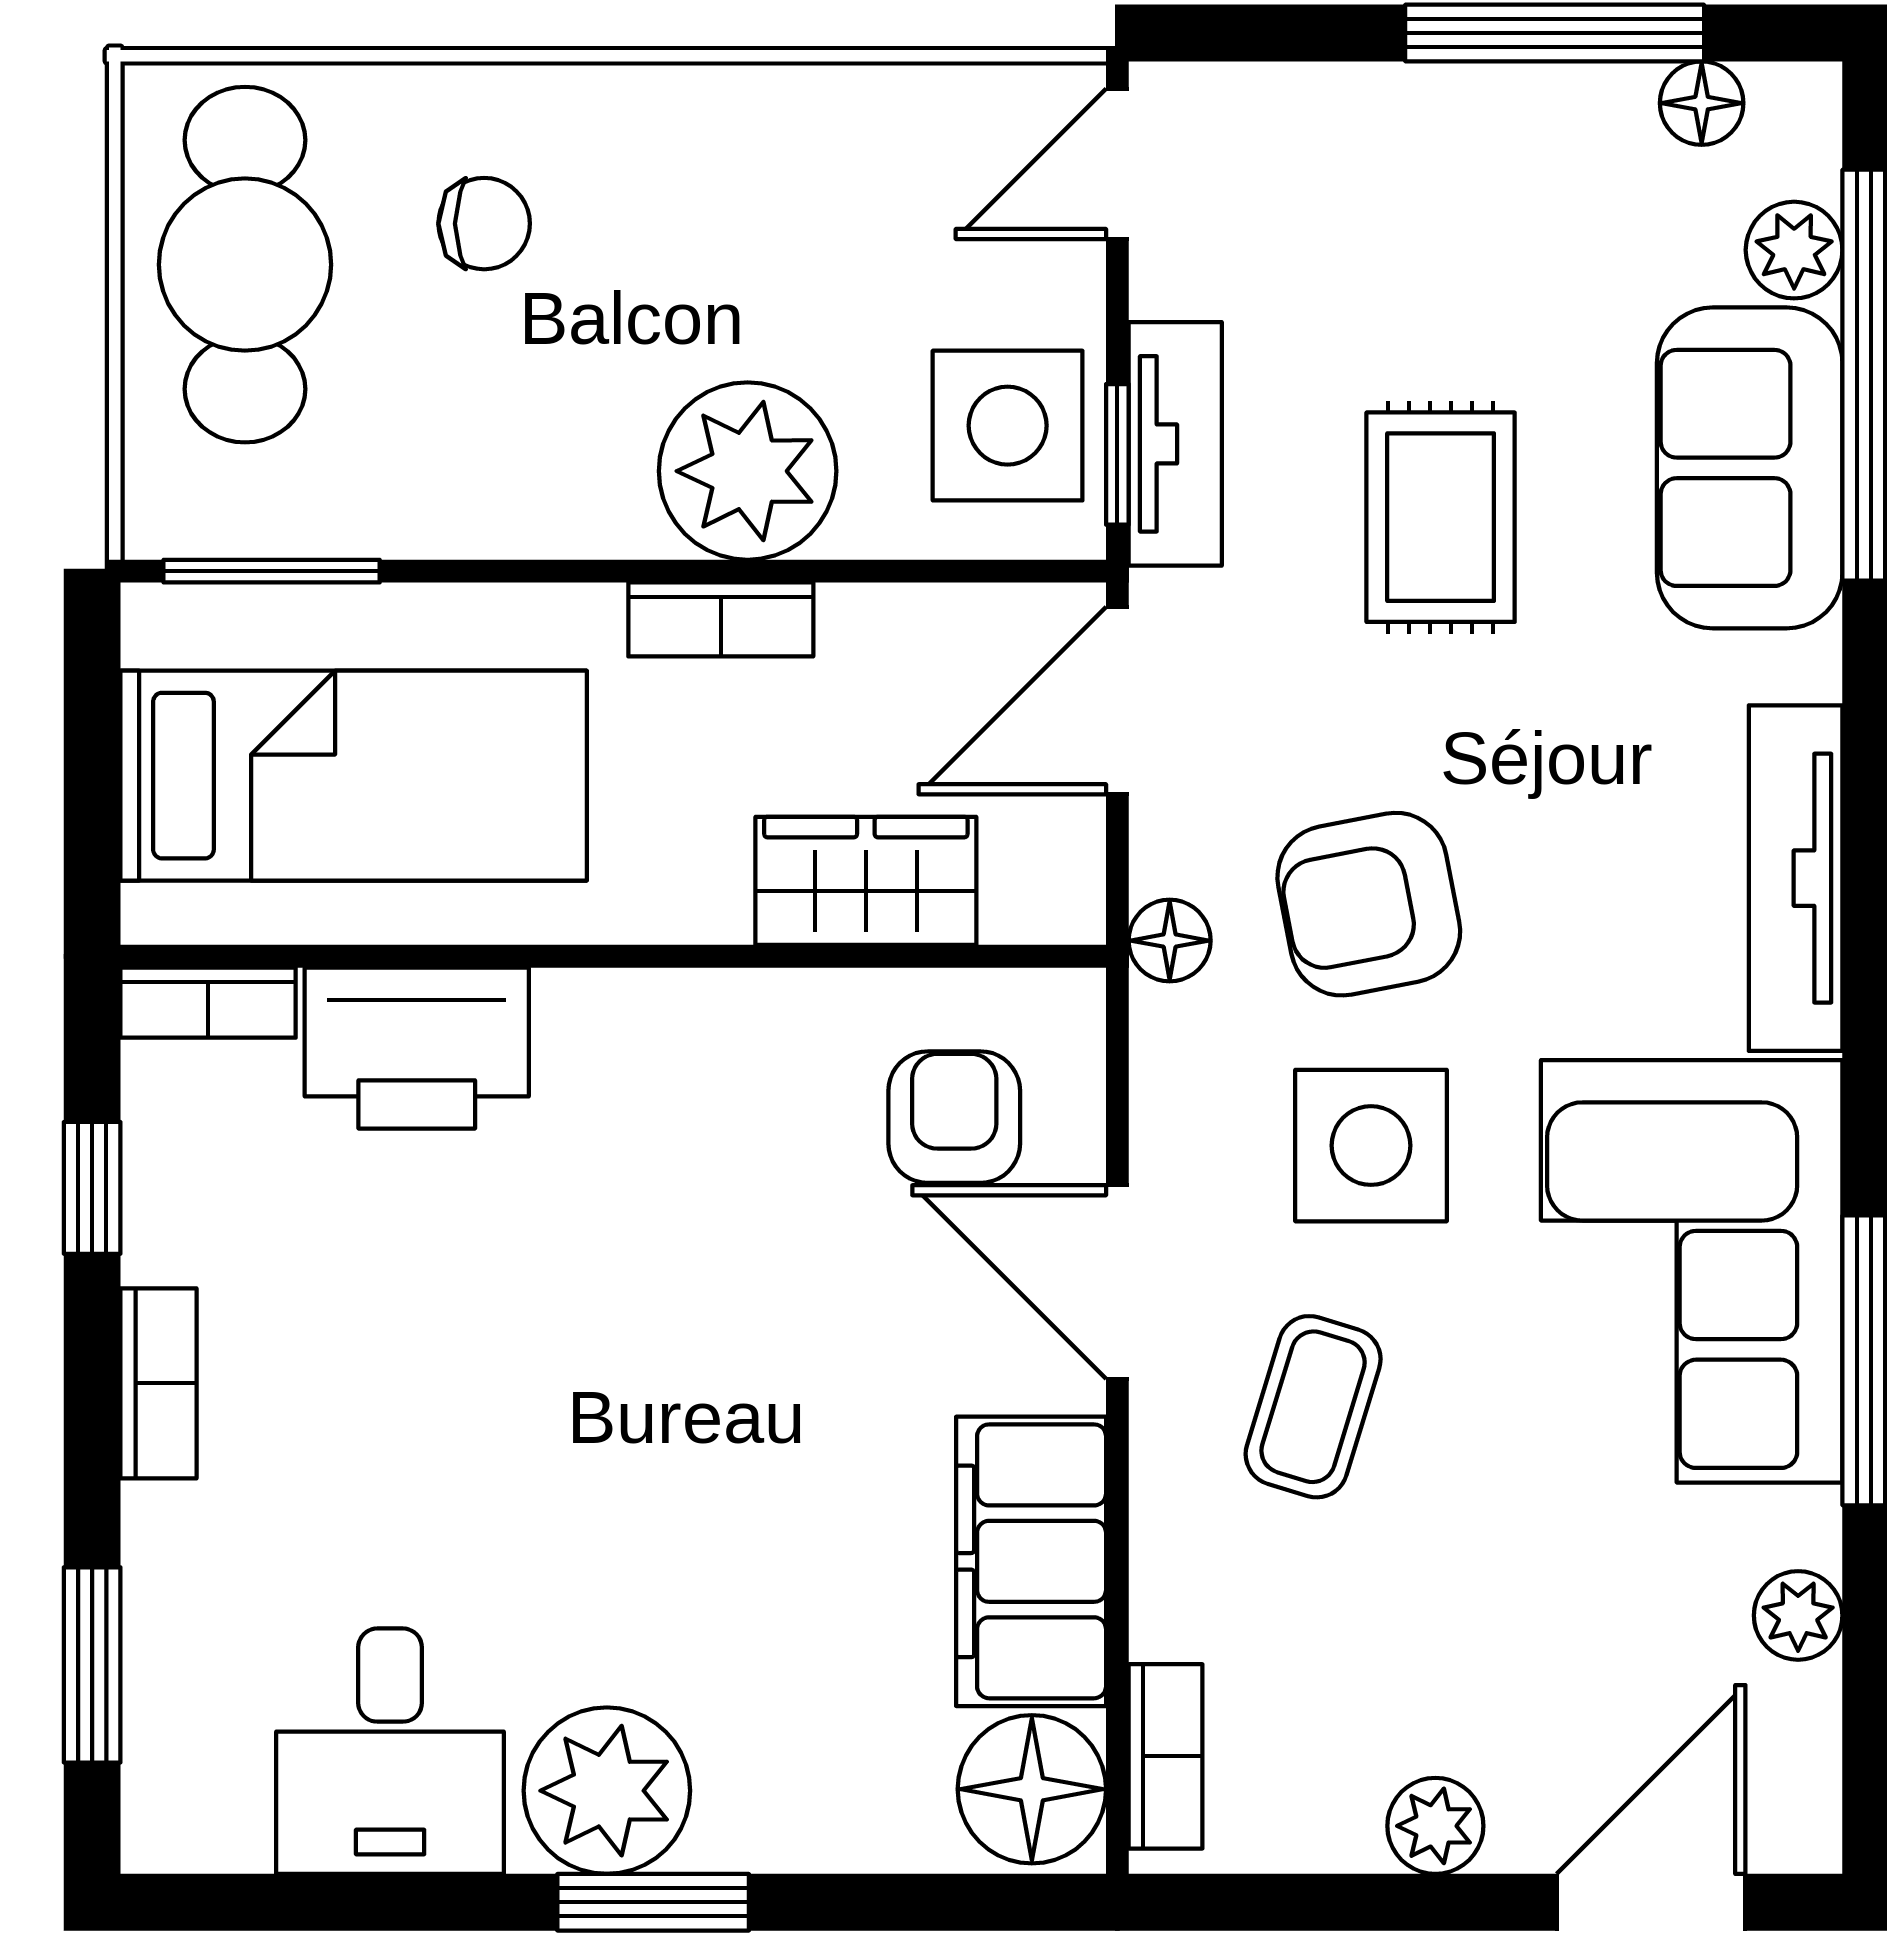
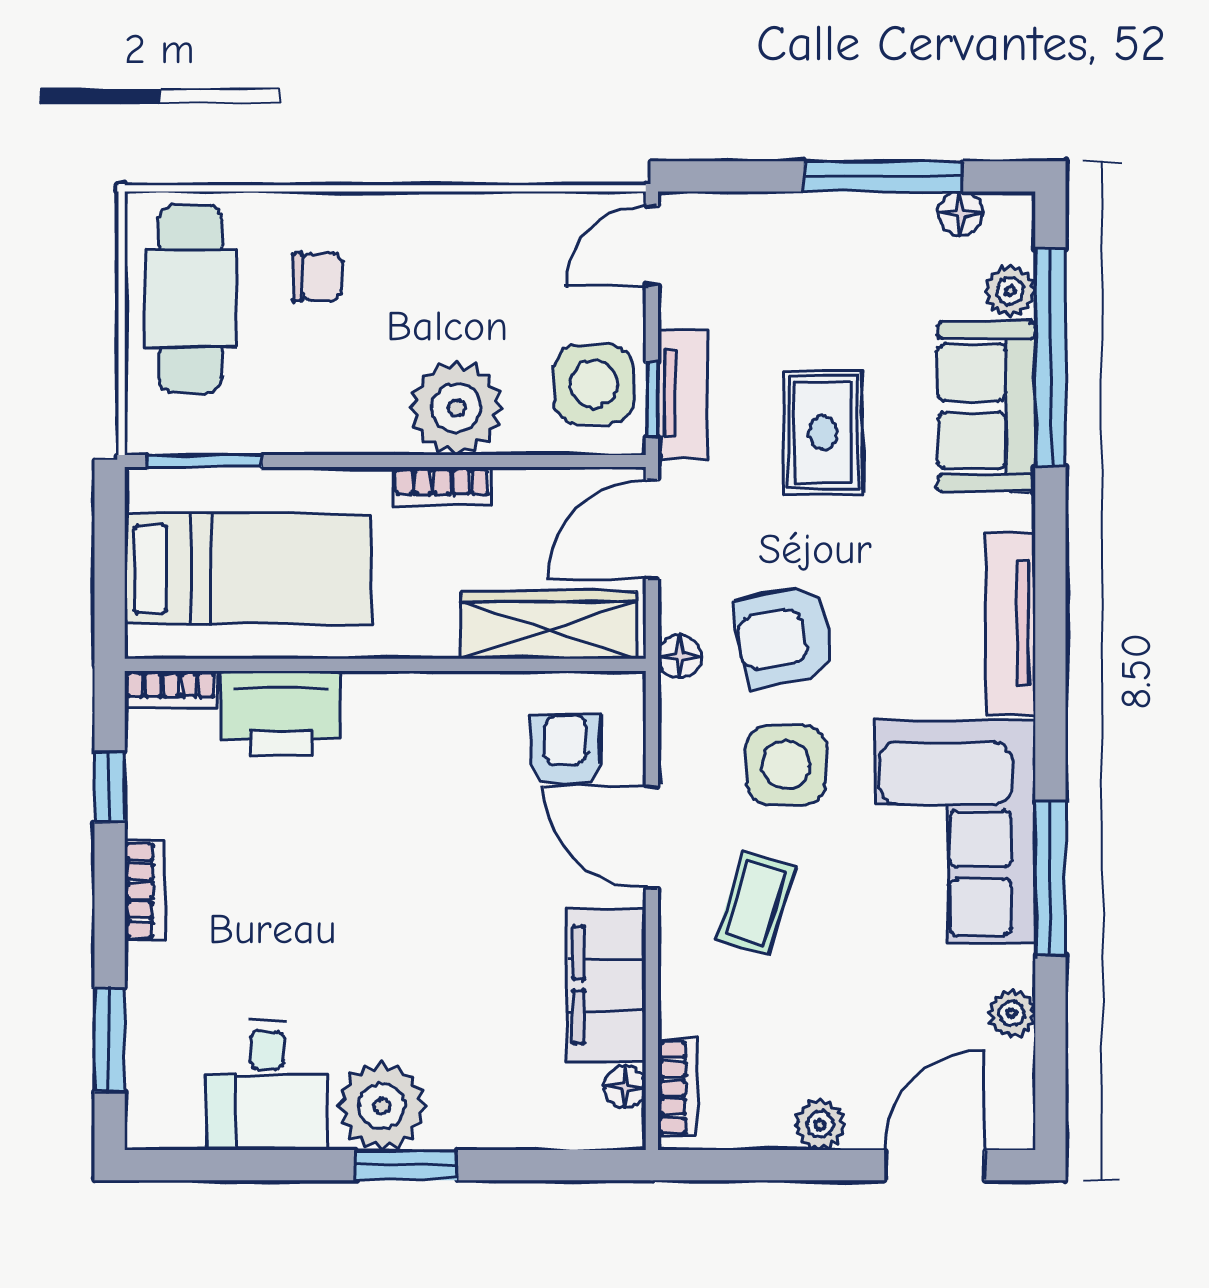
wardrobe: (866, 881) -> (548, 625), width x1.50
floor lamp: (1032, 1789) -> (625, 1087), width x0.53, depth x0.53

